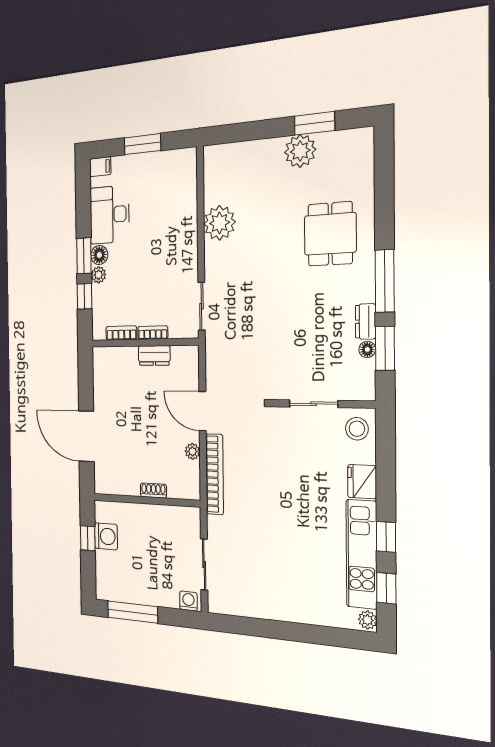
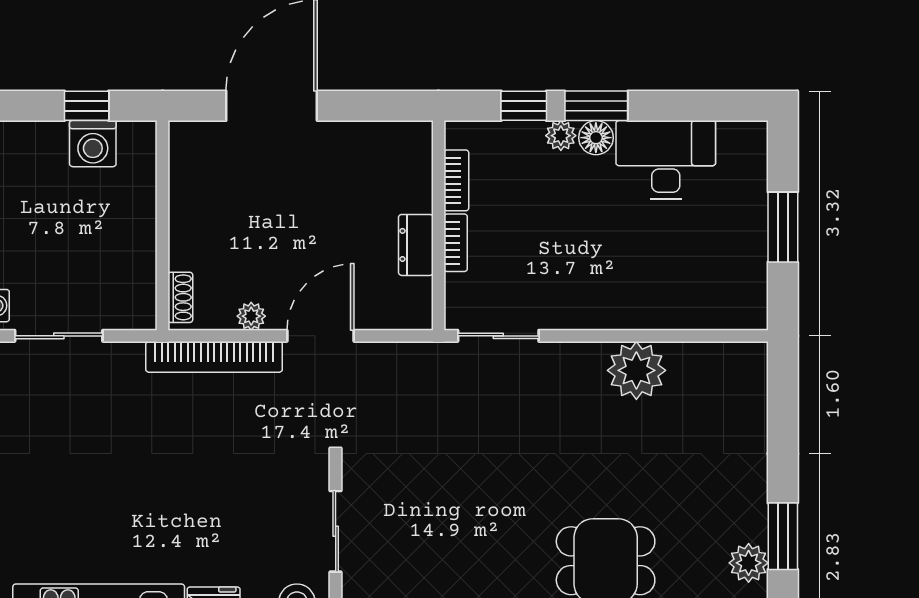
plant: (300, 151) -> (749, 563), moved, width x0.73, depth x0.73
filing cabinet: (100, 167) -> (752, 142), removed
shoe rack: (153, 491) -> (180, 297), moved

